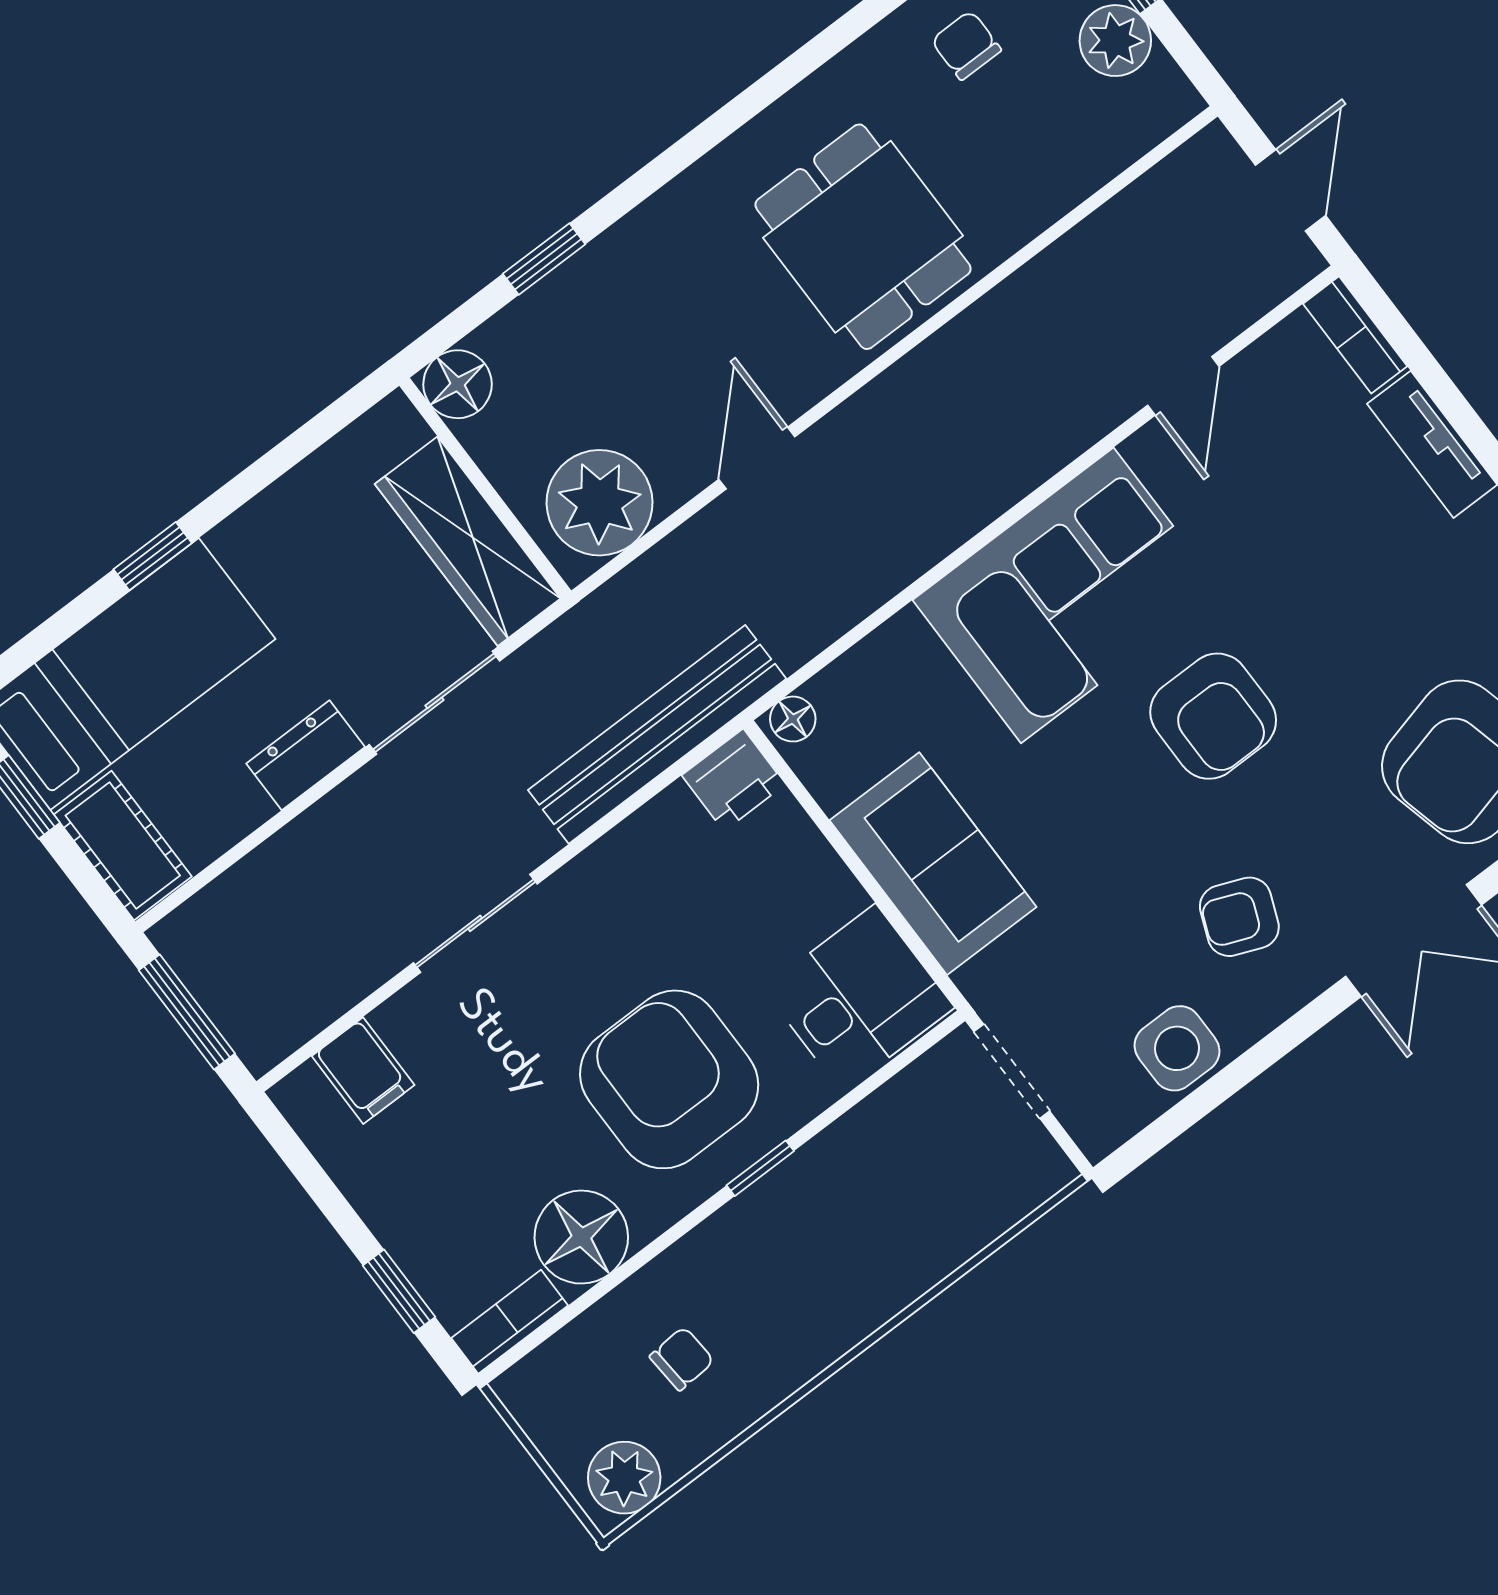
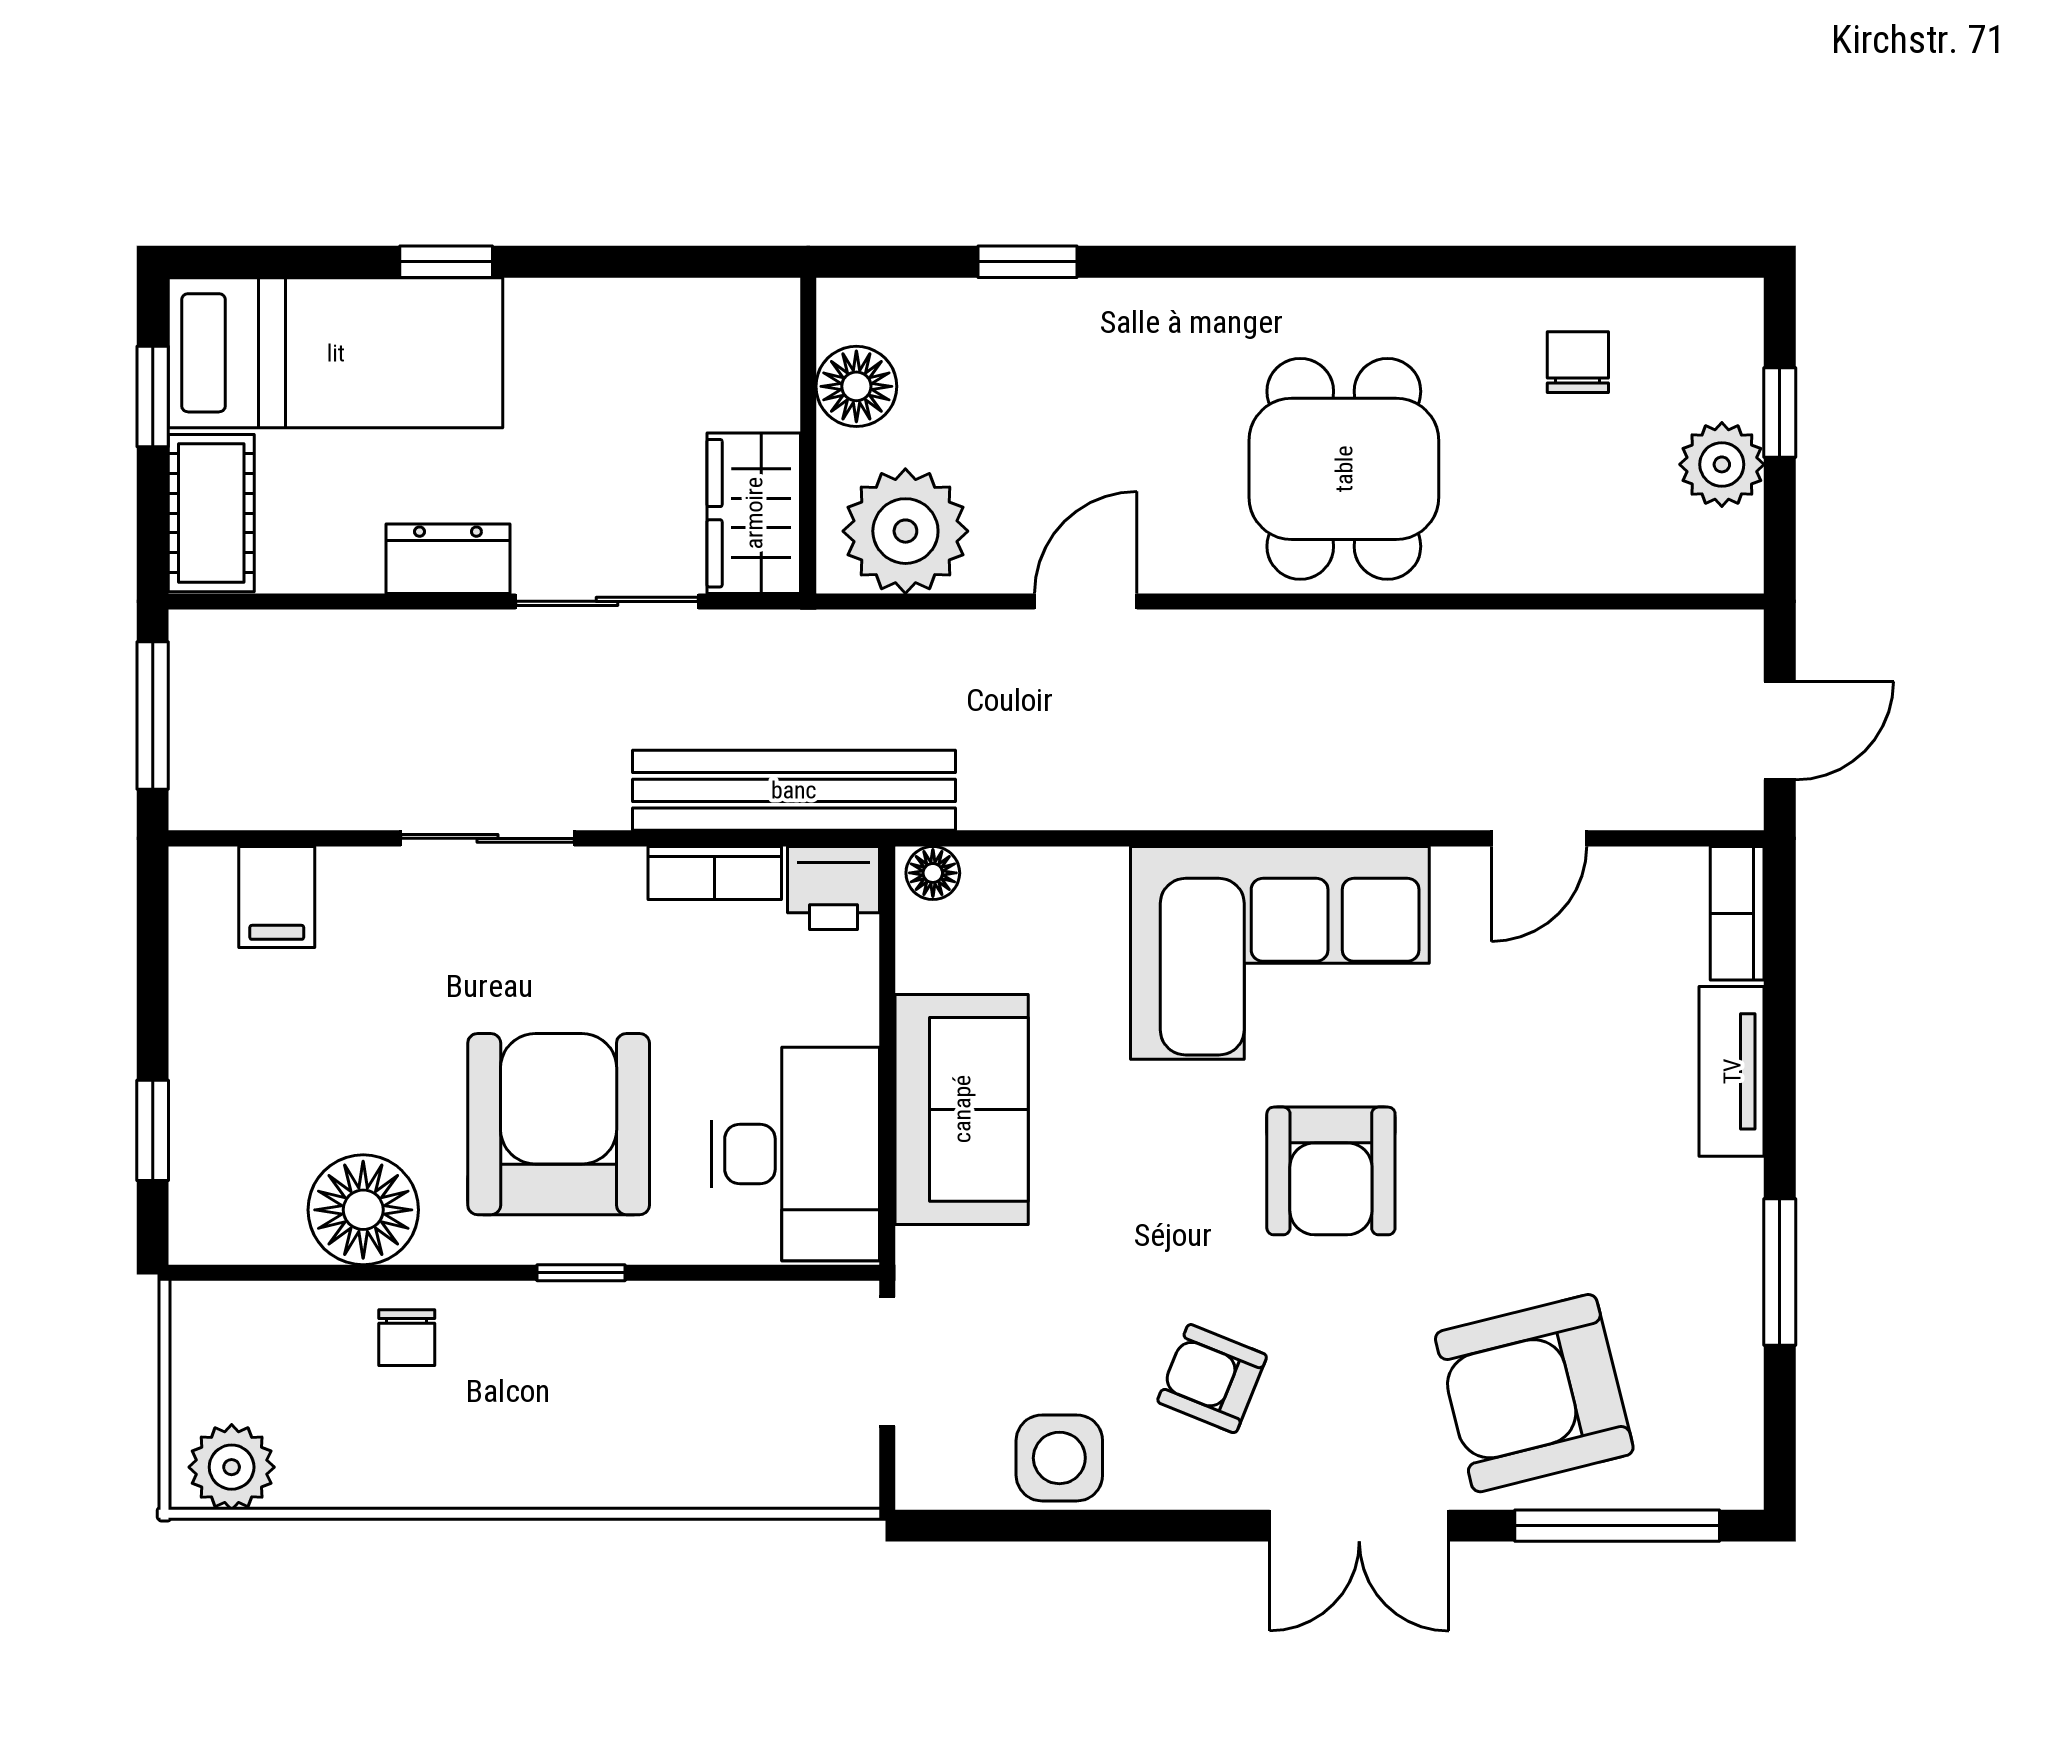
floor lamp: (458, 384) -> (856, 386), moved
wardrobe: (468, 541) -> (754, 513), width x0.67
desk: (859, 998) -> (795, 1154), width x1.37
bookcase: (510, 1322) -> (715, 873), moved, turned 180
chair: (682, 1359) -> (407, 1338), moved, turned 94

